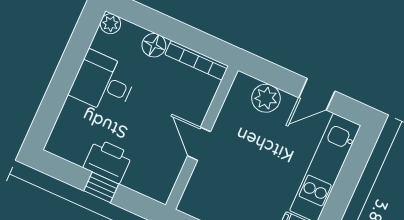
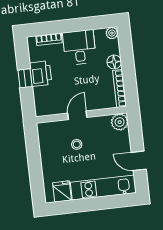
plant: (266, 98) -> (120, 122), moved
bookcase: (66, 119) -> (49, 39), added
stool: (240, 169) -> (77, 144), added

